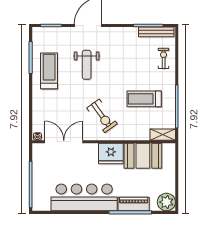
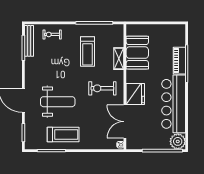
weight bench: (87, 65) -> (58, 102), width x1.36, depth x1.33
treadmill: (49, 71) -> (63, 135), turned 180
exercise bike: (102, 116) -> (102, 88), turned -144
shelving: (163, 135) -> (119, 59), moved
fridge: (111, 154) -> (135, 94), moved
plant: (166, 202) -> (178, 141), moved

